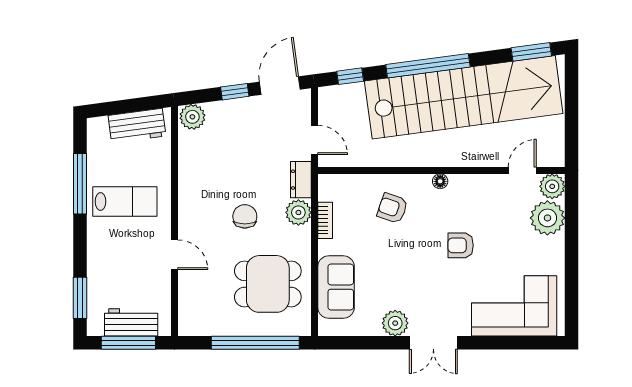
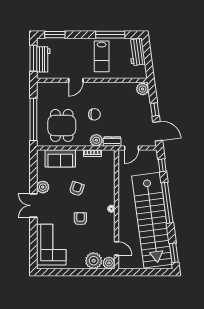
workbench: (137, 126) -> (137, 52), moved
armchair: (392, 208) -> (77, 189), moved

